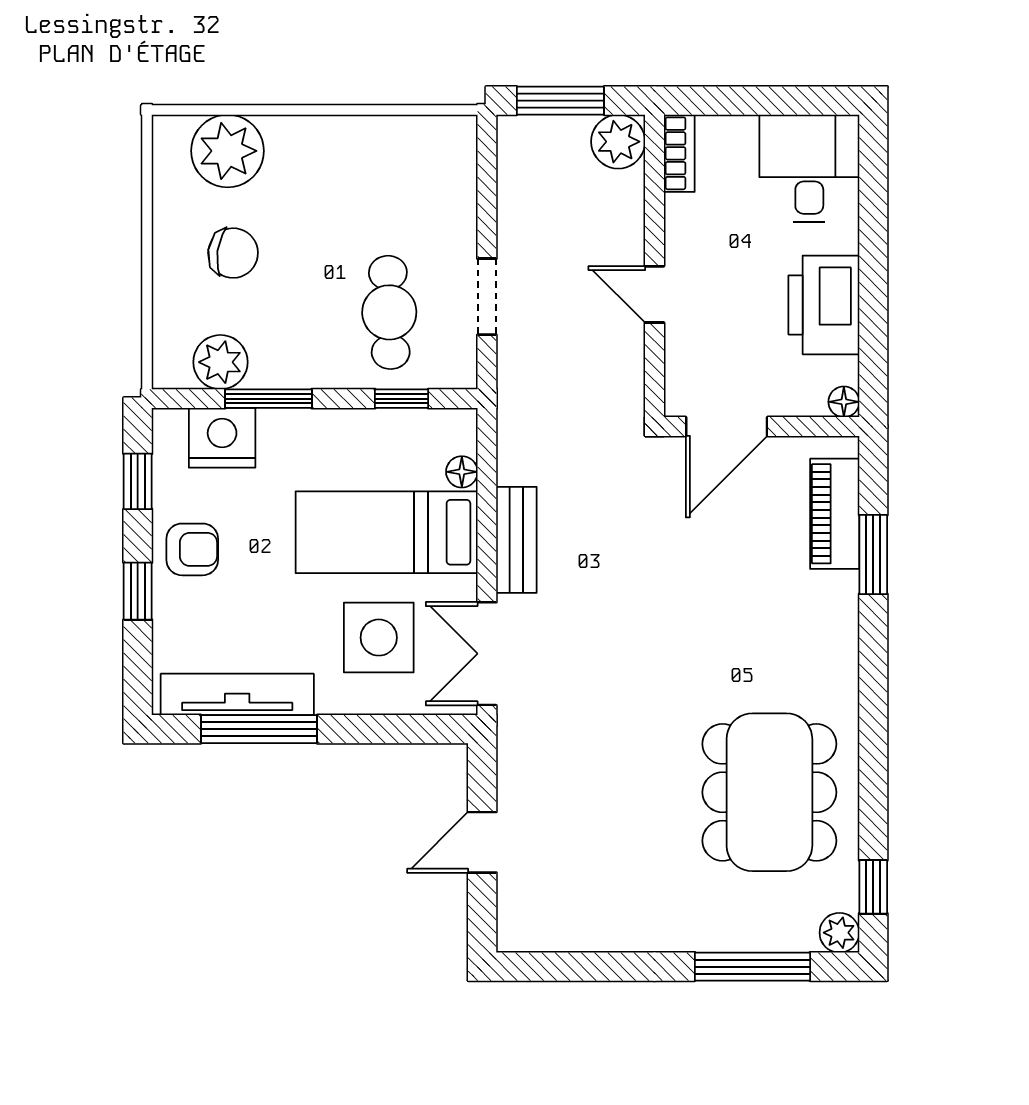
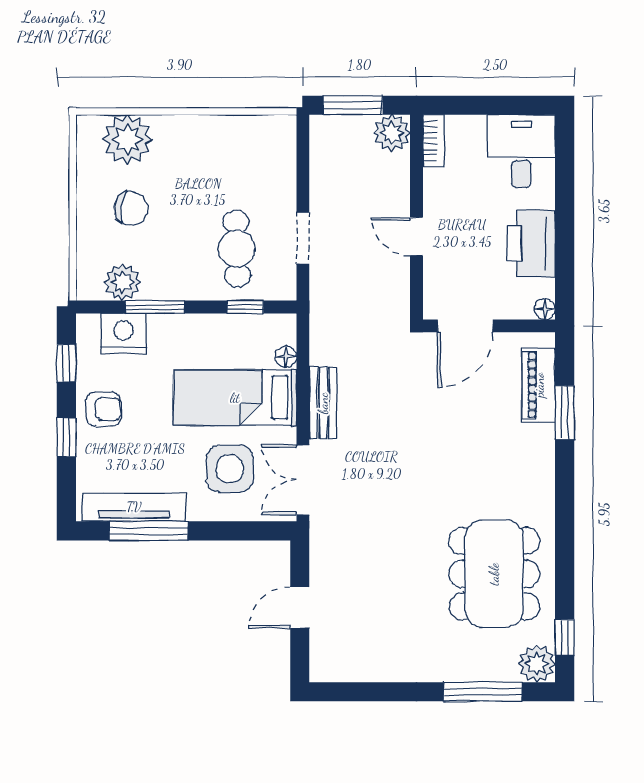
plant: (839, 933) -> (537, 664), width x1.38, depth x1.38

